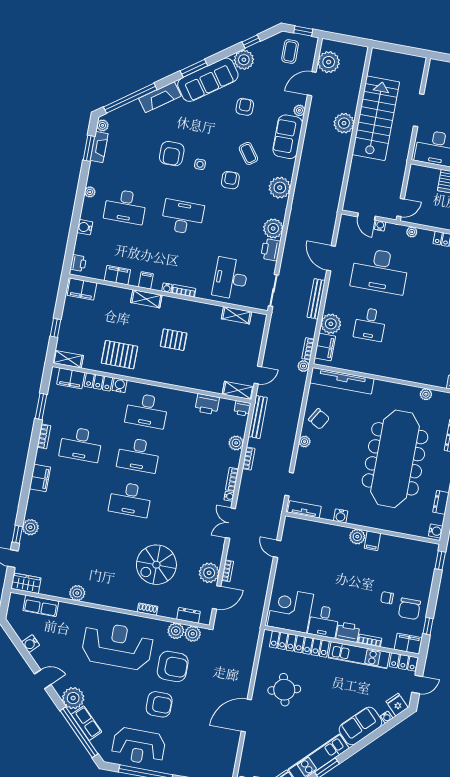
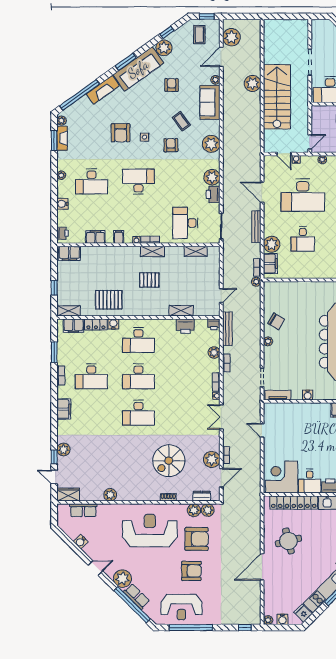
stairs: (376, 118) -> (277, 97), moved
shelving: (146, 299) -> (152, 252), moved
tv unit: (342, 381) -> (289, 288), removed
shelving: (238, 390) -> (181, 311), moved
plant: (357, 537) -> (324, 409), removed

